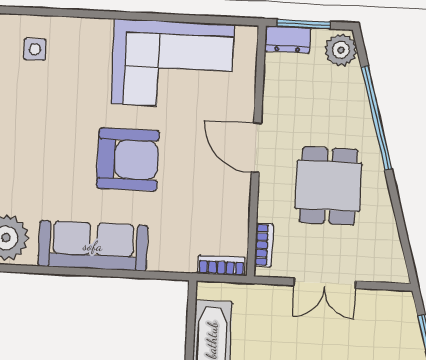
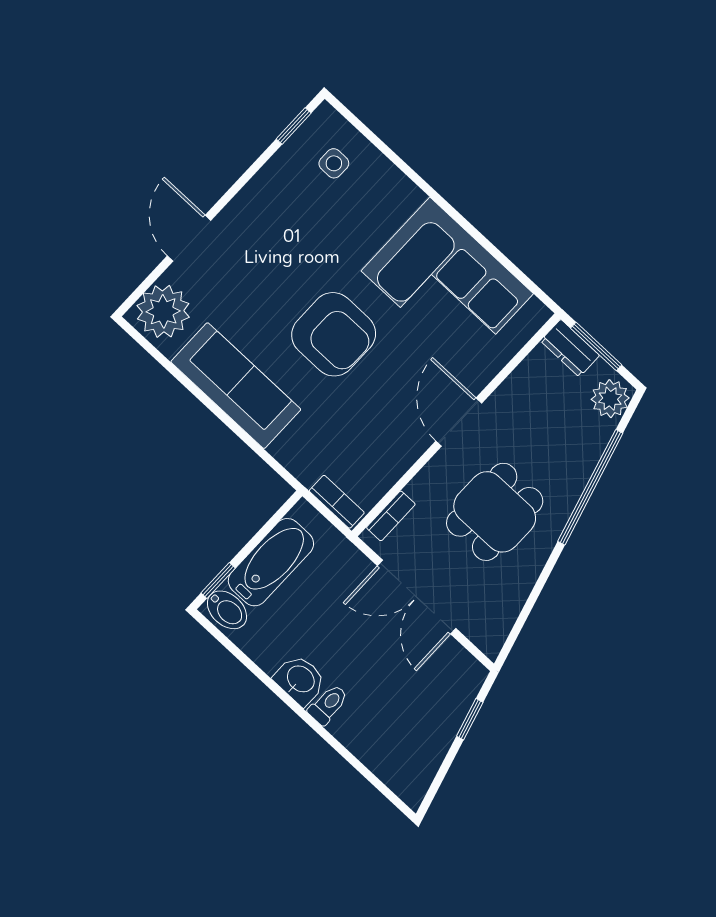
double door: (325, 283) -> (417, 597), width x1.37

